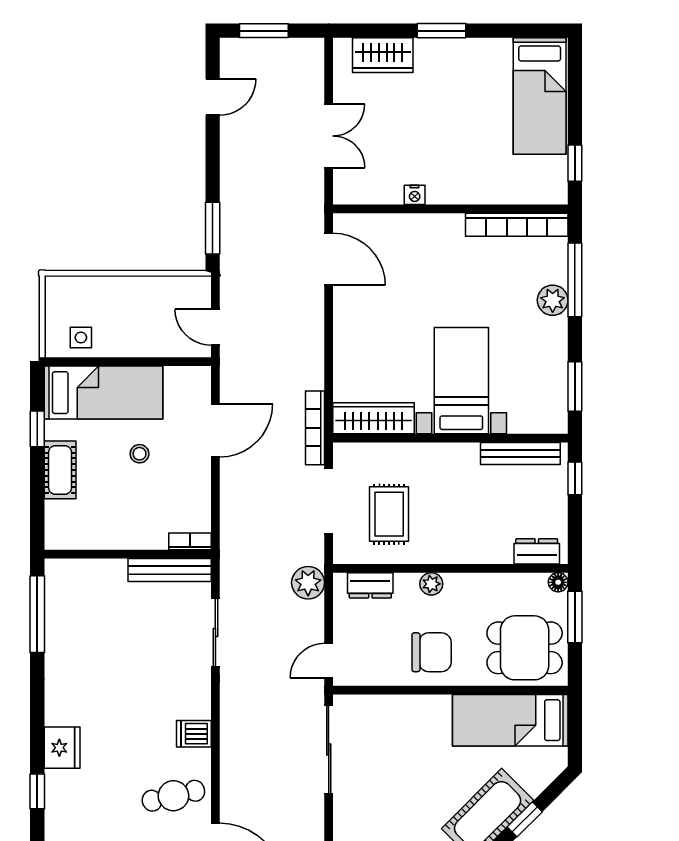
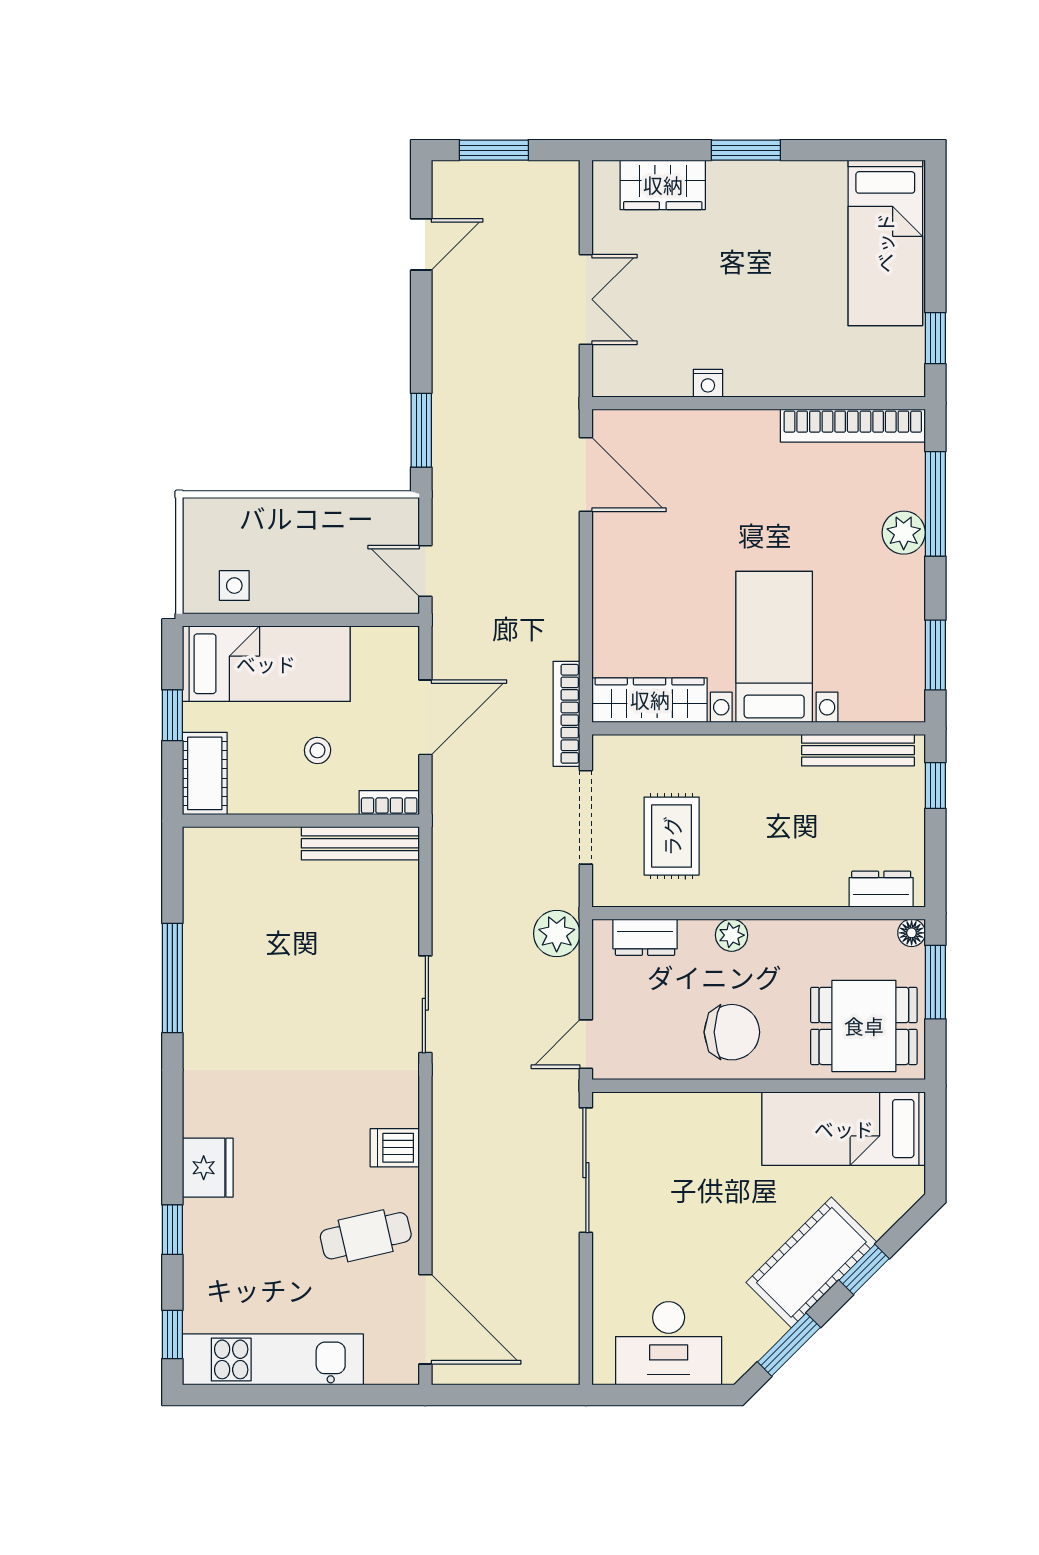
bookcase: (190, 541) -> (389, 803), moved
wall: (128, 554) -> (301, 821), moved
bench: (170, 570) -> (360, 843), moved

